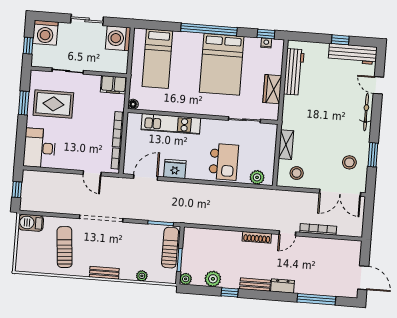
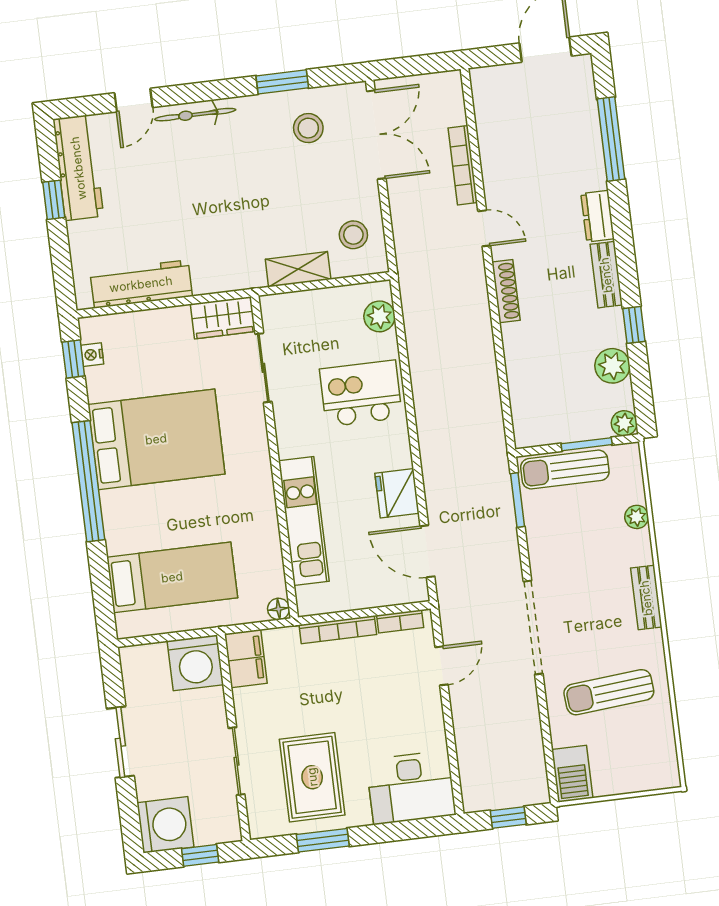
washing machine: (118, 38) -> (195, 663), moved
wardrobe: (272, 89) -> (223, 318), moved

